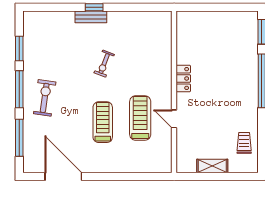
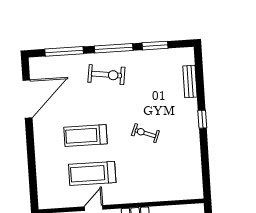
bench: (91, 17) -> (190, 82), moved
treadmill: (140, 118) -> (92, 173), turned 180
treadmill: (103, 122) -> (86, 135), turned 180

